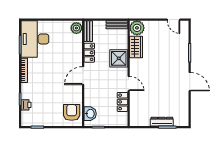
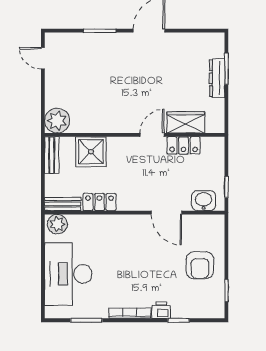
door: (173, 20) -> (43, 58), swing flipped
desk: (35, 39) -> (68, 274), moved, turned 90
wardrobe: (136, 47) -> (186, 122), moved
shower: (119, 58) -> (91, 152), moved
door: (83, 76) -> (166, 213), moved
printer: (26, 105) -> (161, 310), moved
armchair: (72, 112) -> (200, 265), moved, turned -90

